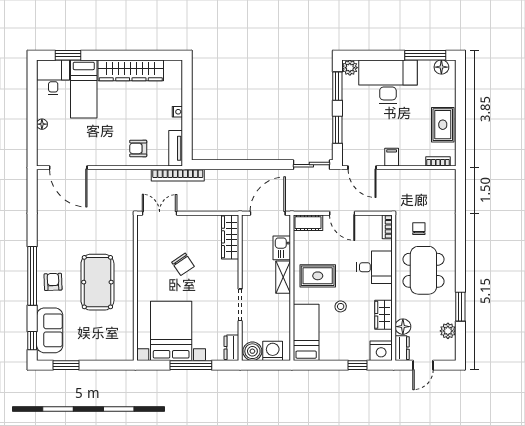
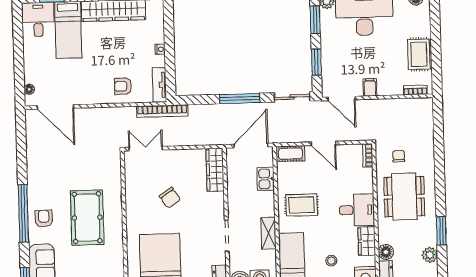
floor lamp: (42, 124) -> (29, 89), moved
window: (258, 165) -> (240, 98), added
desk: (374, 267) -> (357, 210), moved
shelving: (283, 277) -> (269, 233), moved
stool: (341, 306) -> (331, 261), moved

